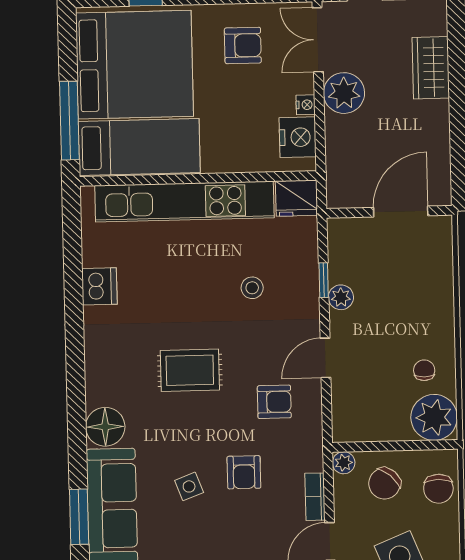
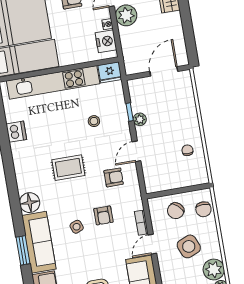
plant: (434, 417) -> (196, 173), removed
plant: (344, 463) -> (153, 203), removed

